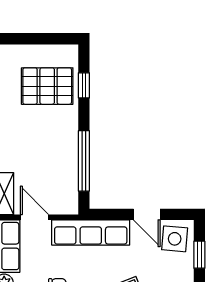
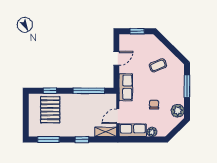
row of seats: (91, 232) -> (126, 87), width x0.68
side table: (175, 239) -> (129, 44), removed

